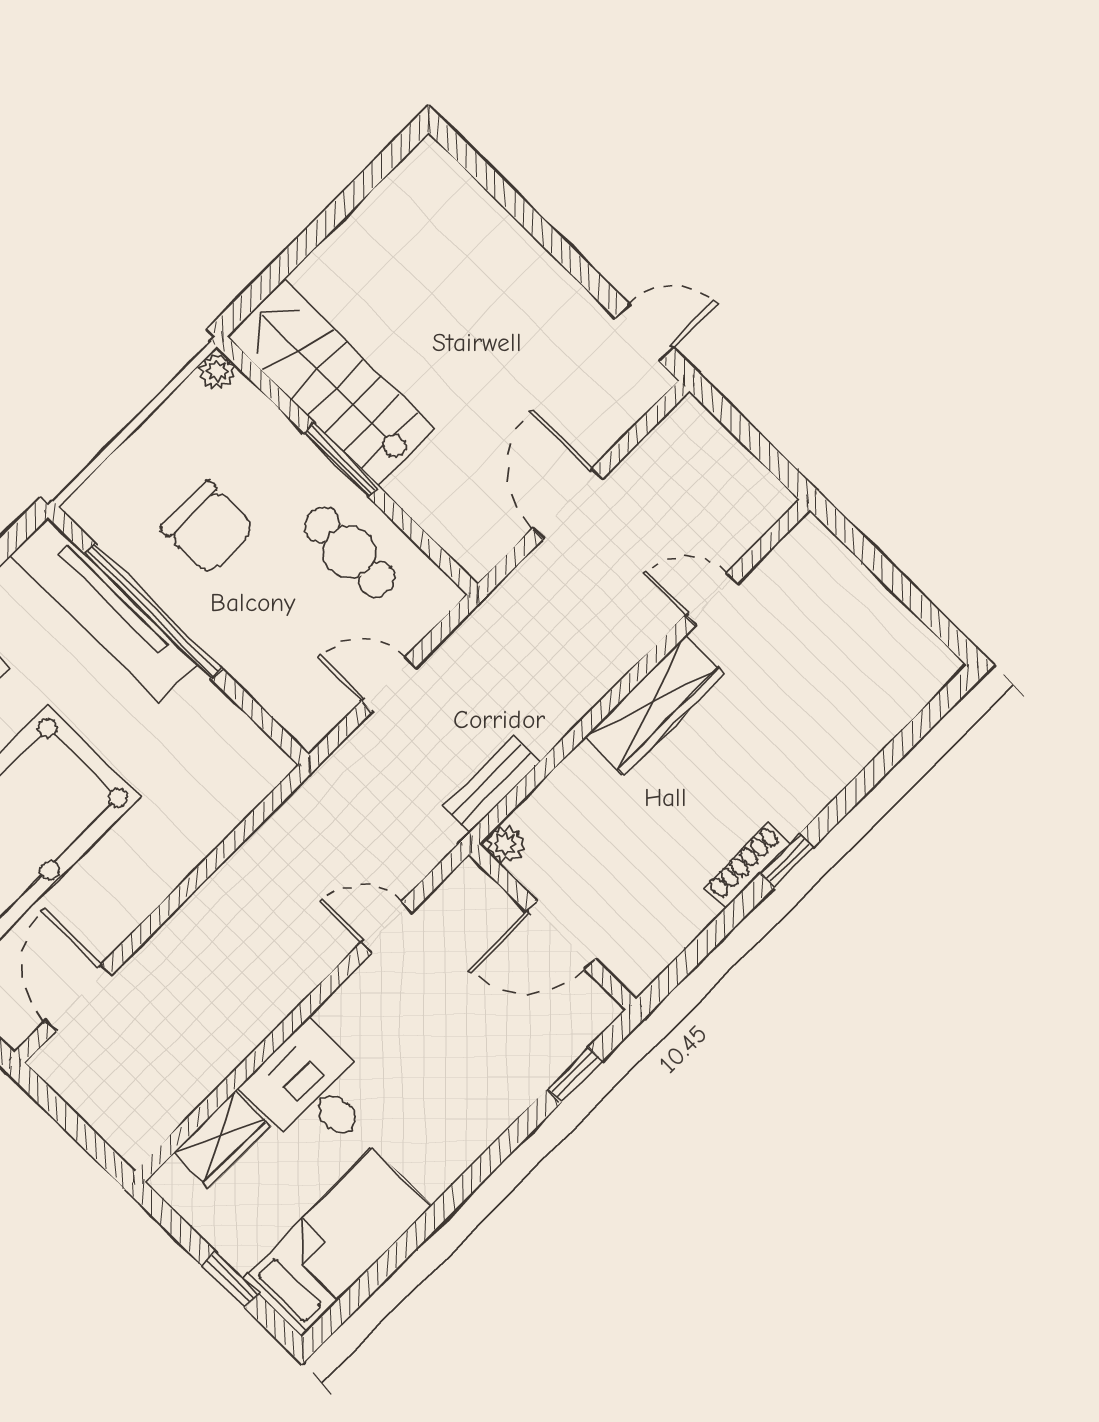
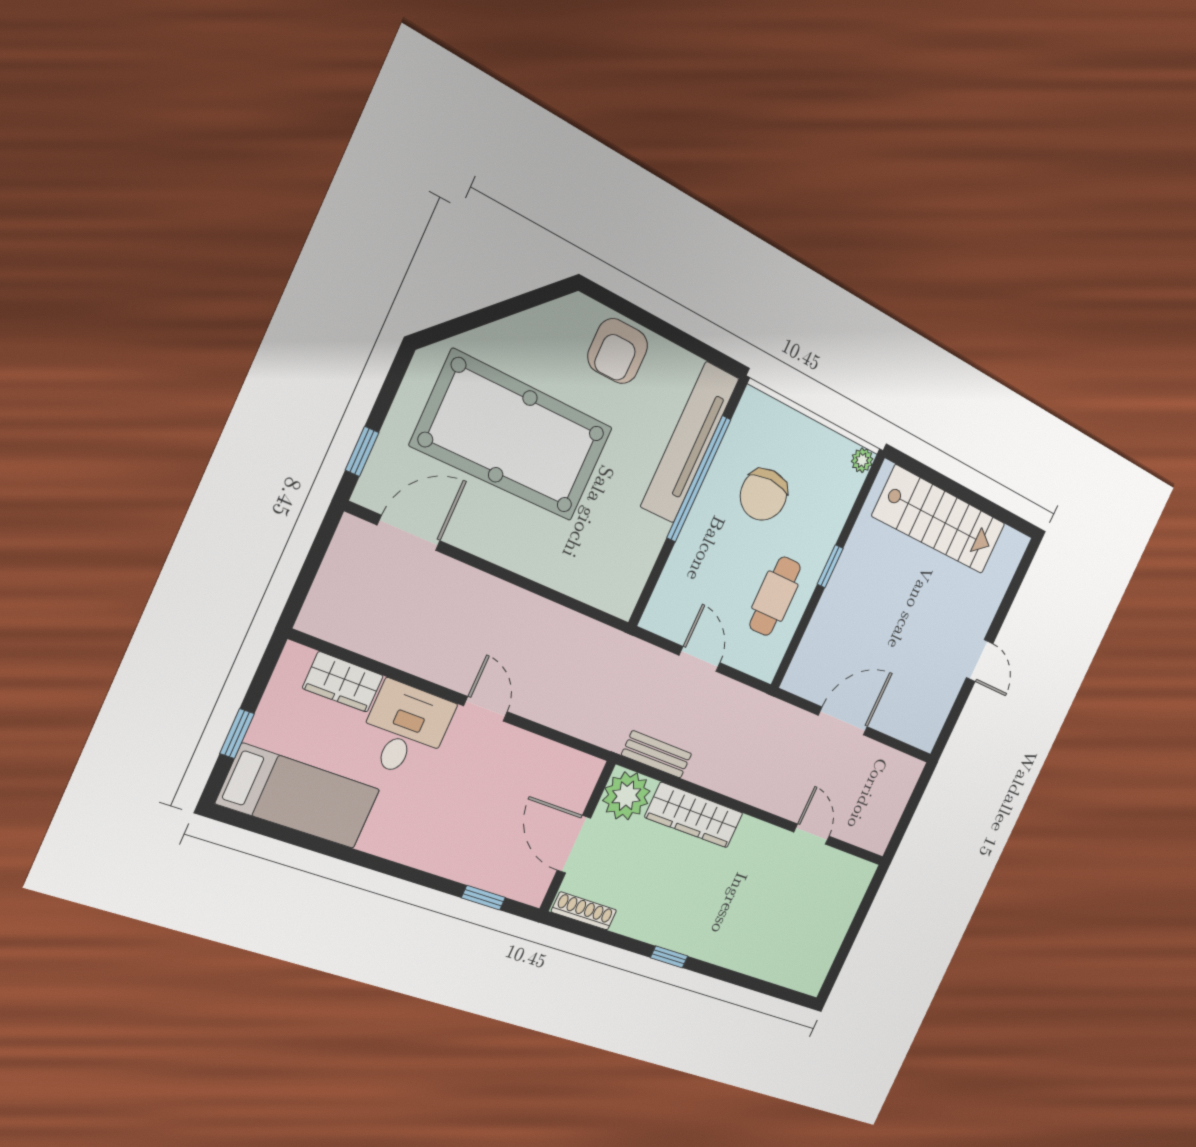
door: (644, 333) -> (980, 661), moved
stairs: (331, 383) -> (939, 520), moved, turned 90
window: (341, 460) -> (830, 566), width x0.67
wardrobe: (655, 705) -> (694, 815), moved
plant: (505, 844) -> (626, 796), width x1.88, depth x1.88
shoe rack: (747, 865) -> (584, 911), moved
door: (386, 927) -> (486, 709), moved

